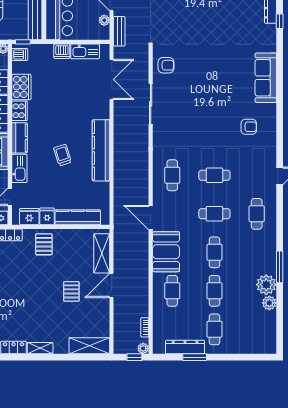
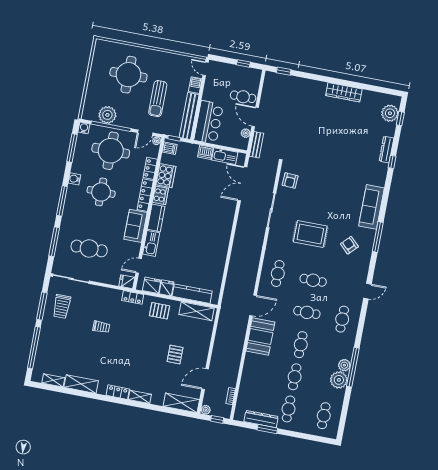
armchair: (166, 65) -> (290, 181), turned 93
double door: (112, 79) -> (242, 184), swing flipped
window: (280, 111) -> (378, 237), added
rug: (201, 122) -> (310, 234), added
armchair: (249, 127) -> (349, 245), turned -136
kitchen counter: (101, 150) -> (222, 241), removed
trolley: (63, 155) -> (189, 239), removed
door: (151, 218) -> (253, 305), swing flipped
pallet: (44, 244) -> (159, 311), turned 90
shelving: (102, 253) -> (197, 311), moved, turned 90
window: (280, 267) -> (353, 367), width x1.46
door: (112, 285) -> (205, 379), moved
cafe table: (172, 291) -> (324, 416), moved
plant: (269, 303) -> (344, 365), moved
plant: (143, 348) -> (206, 410), moved

